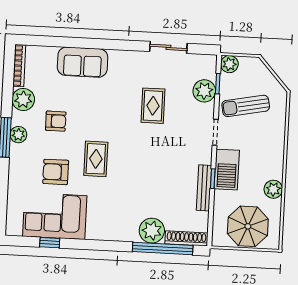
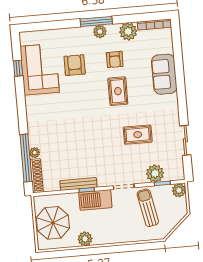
rug: (96, 159) -> (118, 91), moved, turned 90
plant: (152, 231) -> (35, 153), width x0.53, depth x0.53

